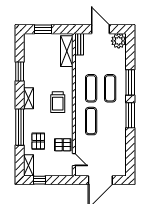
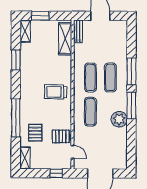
plant: (119, 41) -> (119, 119), moved
shelving: (28, 98) -> (25, 31), moved
trolley: (58, 102) -> (56, 92), turned 90
window: (40, 180) -> (56, 173), moved

